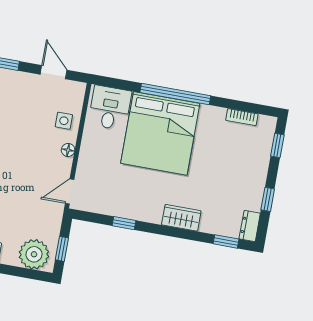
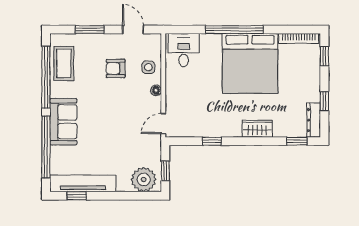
armchair: (24, 115) -> (116, 68), added
bookcase: (242, 117) -> (299, 39), width x1.56
bed: (160, 133) -> (250, 63), moved
dresser: (250, 226) -> (314, 120), width x1.44

